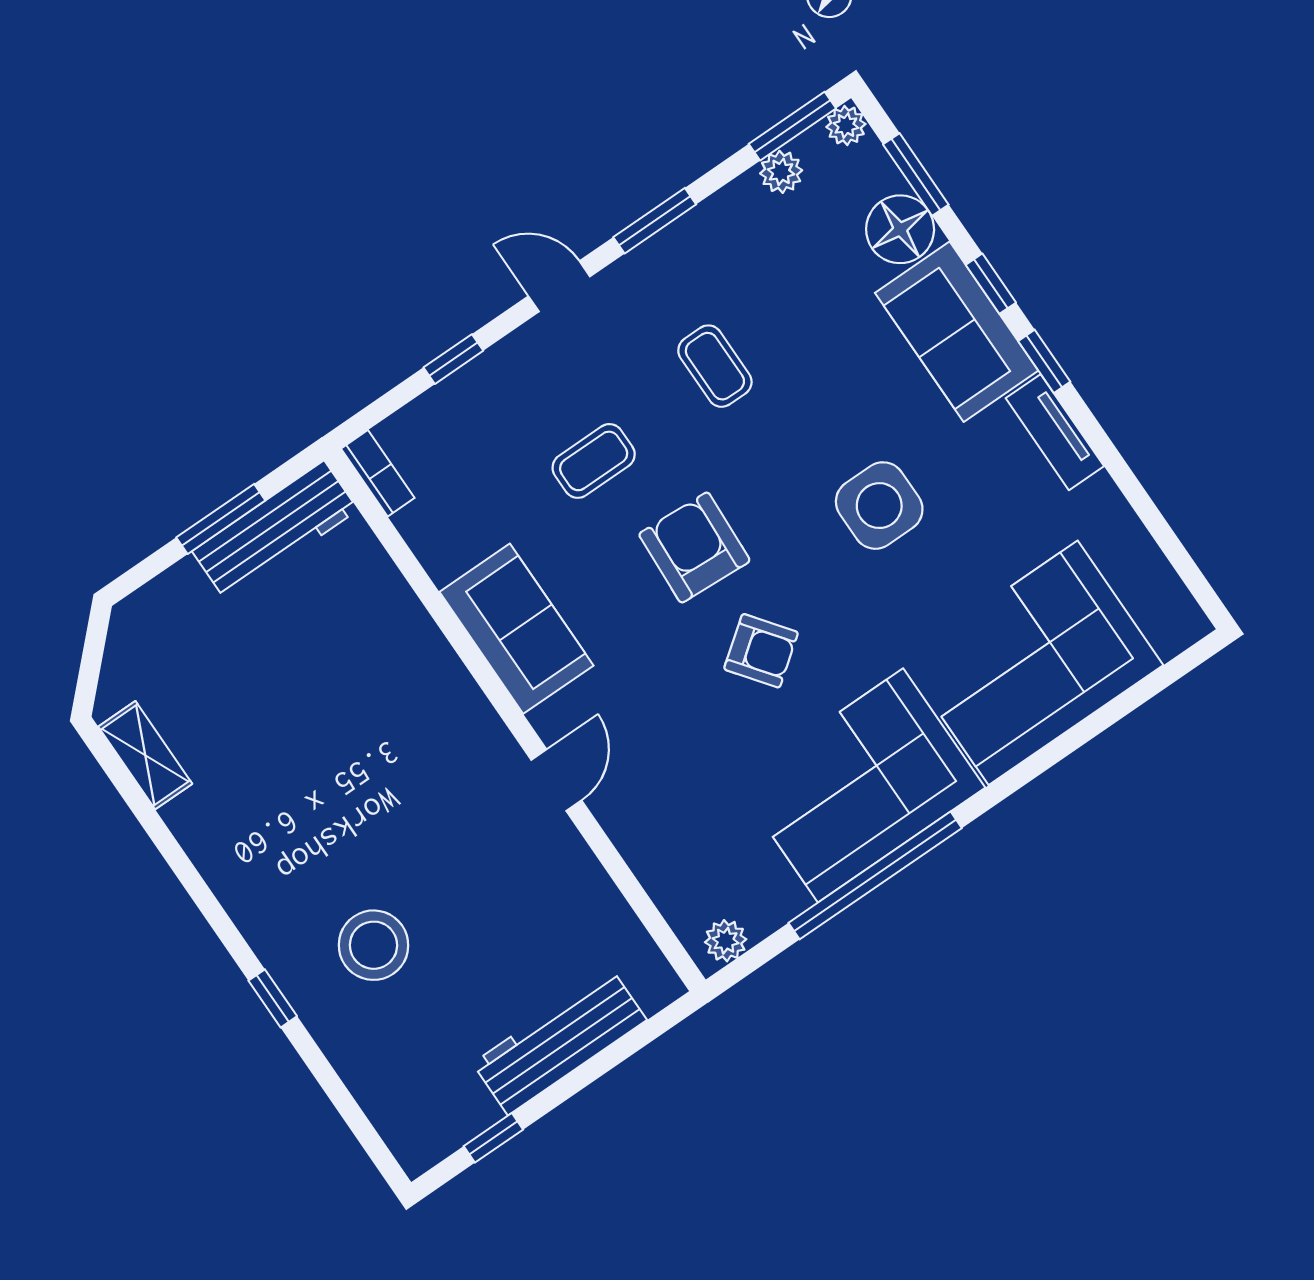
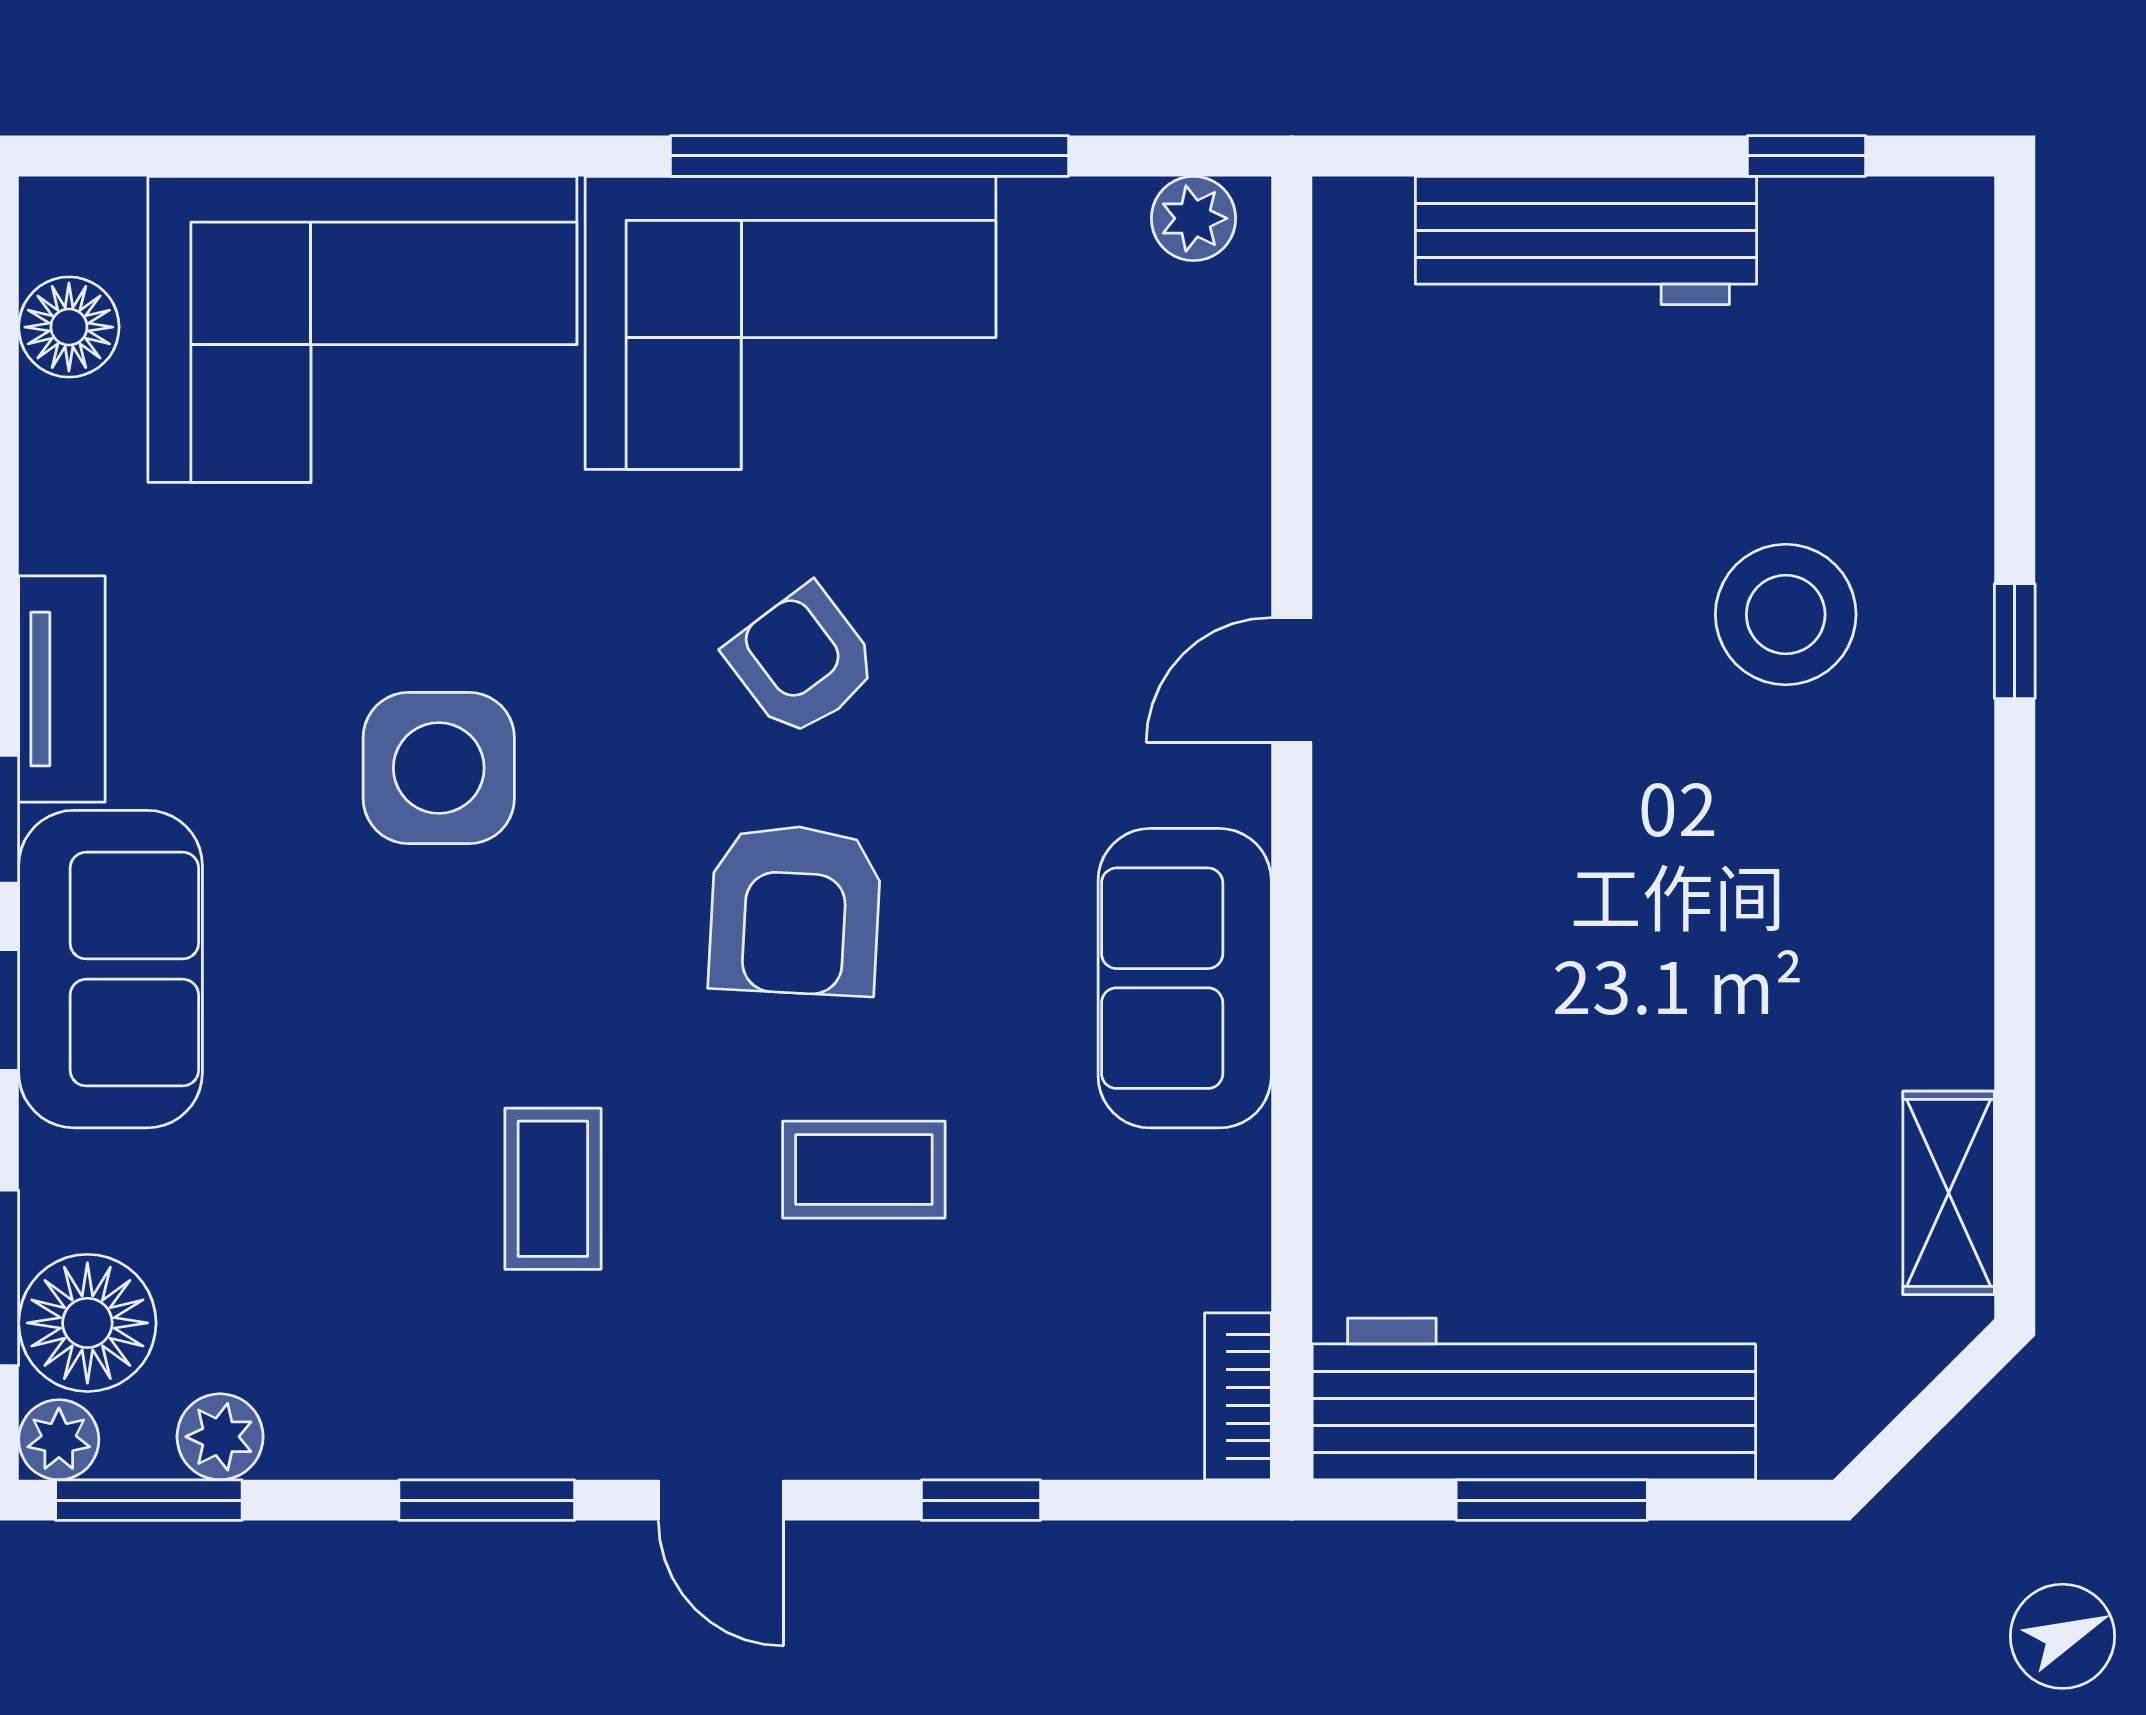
floor lamp: (900, 229) -> (87, 1323), moved
workbench: (275, 531) -> (1534, 1399), width x1.36, depth x1.32
floor lamp: (1153, 582) -> (69, 327), added

